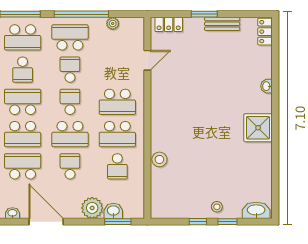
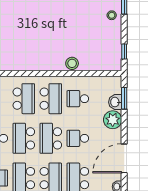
school desk: (70, 102) -> (24, 138), width x1.85
school desk: (70, 134) -> (51, 138), turned 180
school desk: (117, 166) -> (78, 99), turned 180
window: (198, 222) -> (124, 51), moved

